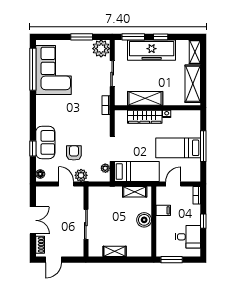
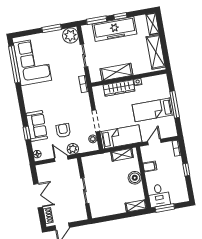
desk: (188, 237) -> (159, 195), moved, turned 90
shelving: (115, 251) -> (136, 206), moved

